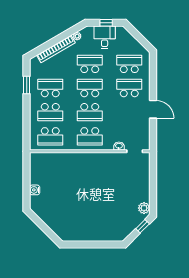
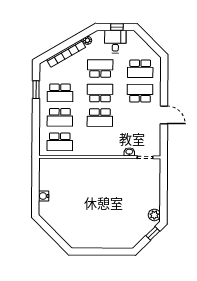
school desk: (129, 64) -> (140, 69), turned 180
school desk: (50, 88) -> (60, 93), turned 180
school desk: (90, 136) -> (100, 142), removed

